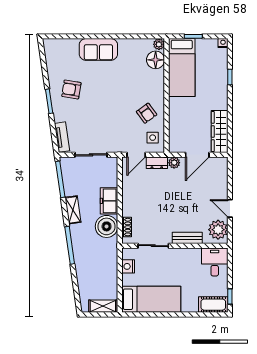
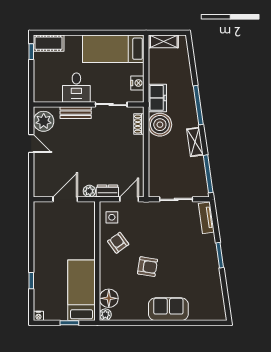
armchair: (71, 89) -> (148, 267), moved
wardrobe: (220, 132) -> (42, 224), removed
freezer: (109, 201) -> (157, 98), moved
desk: (215, 262) -> (76, 88), moved

